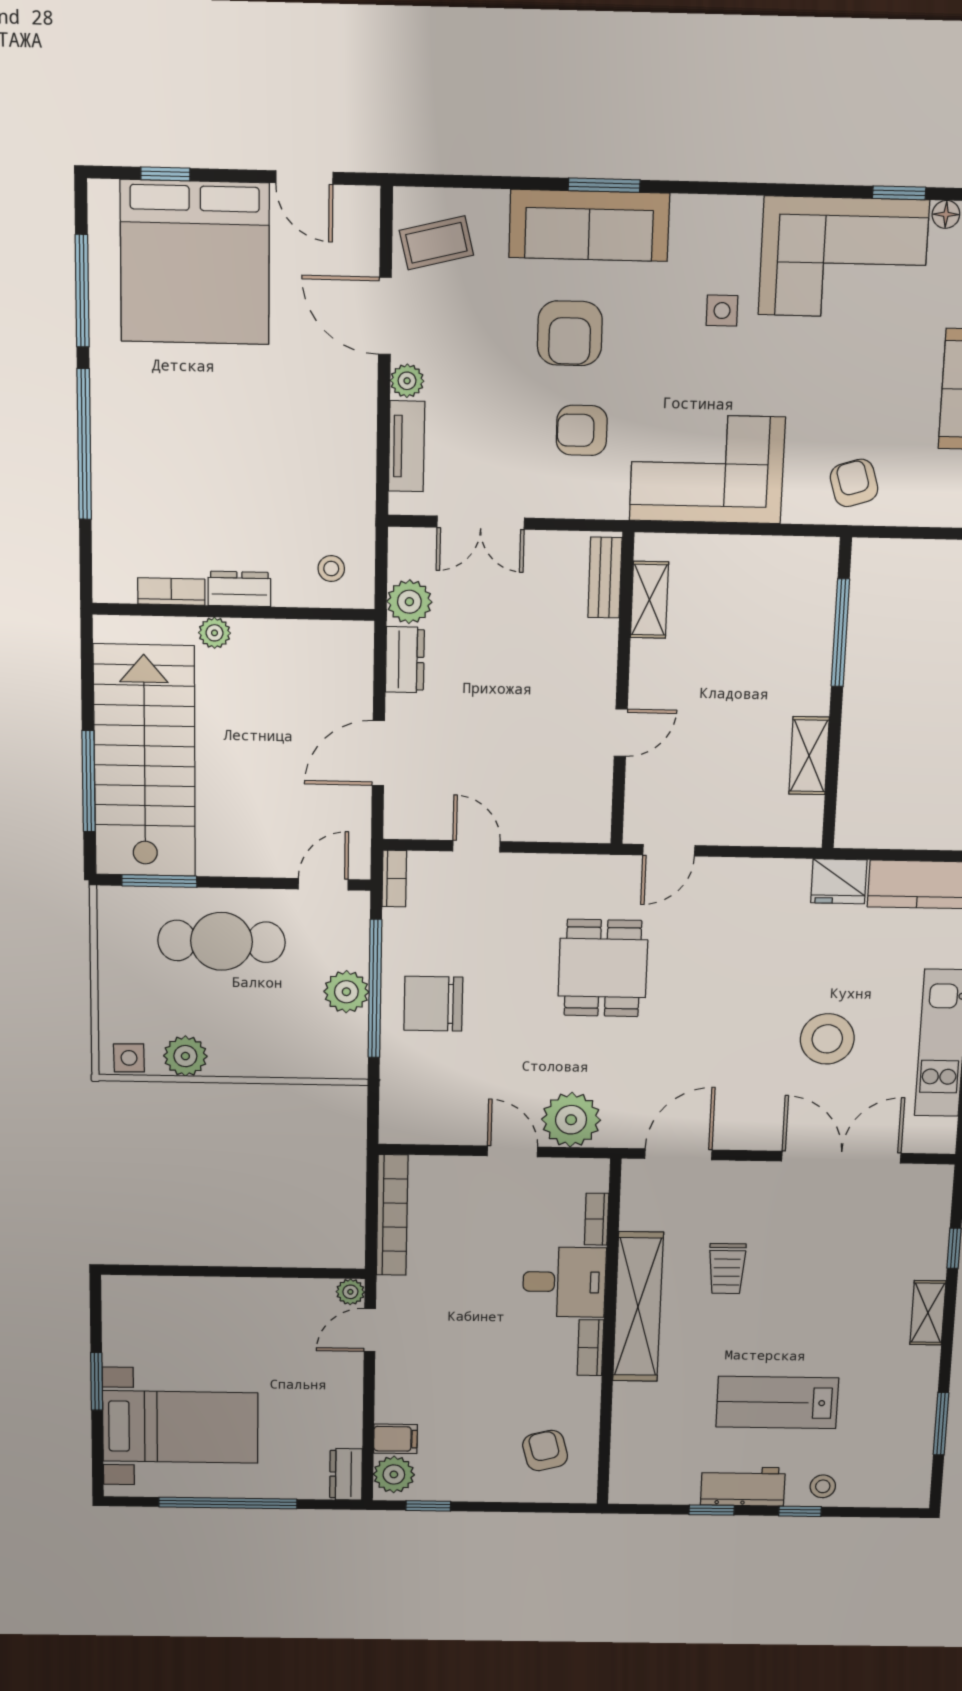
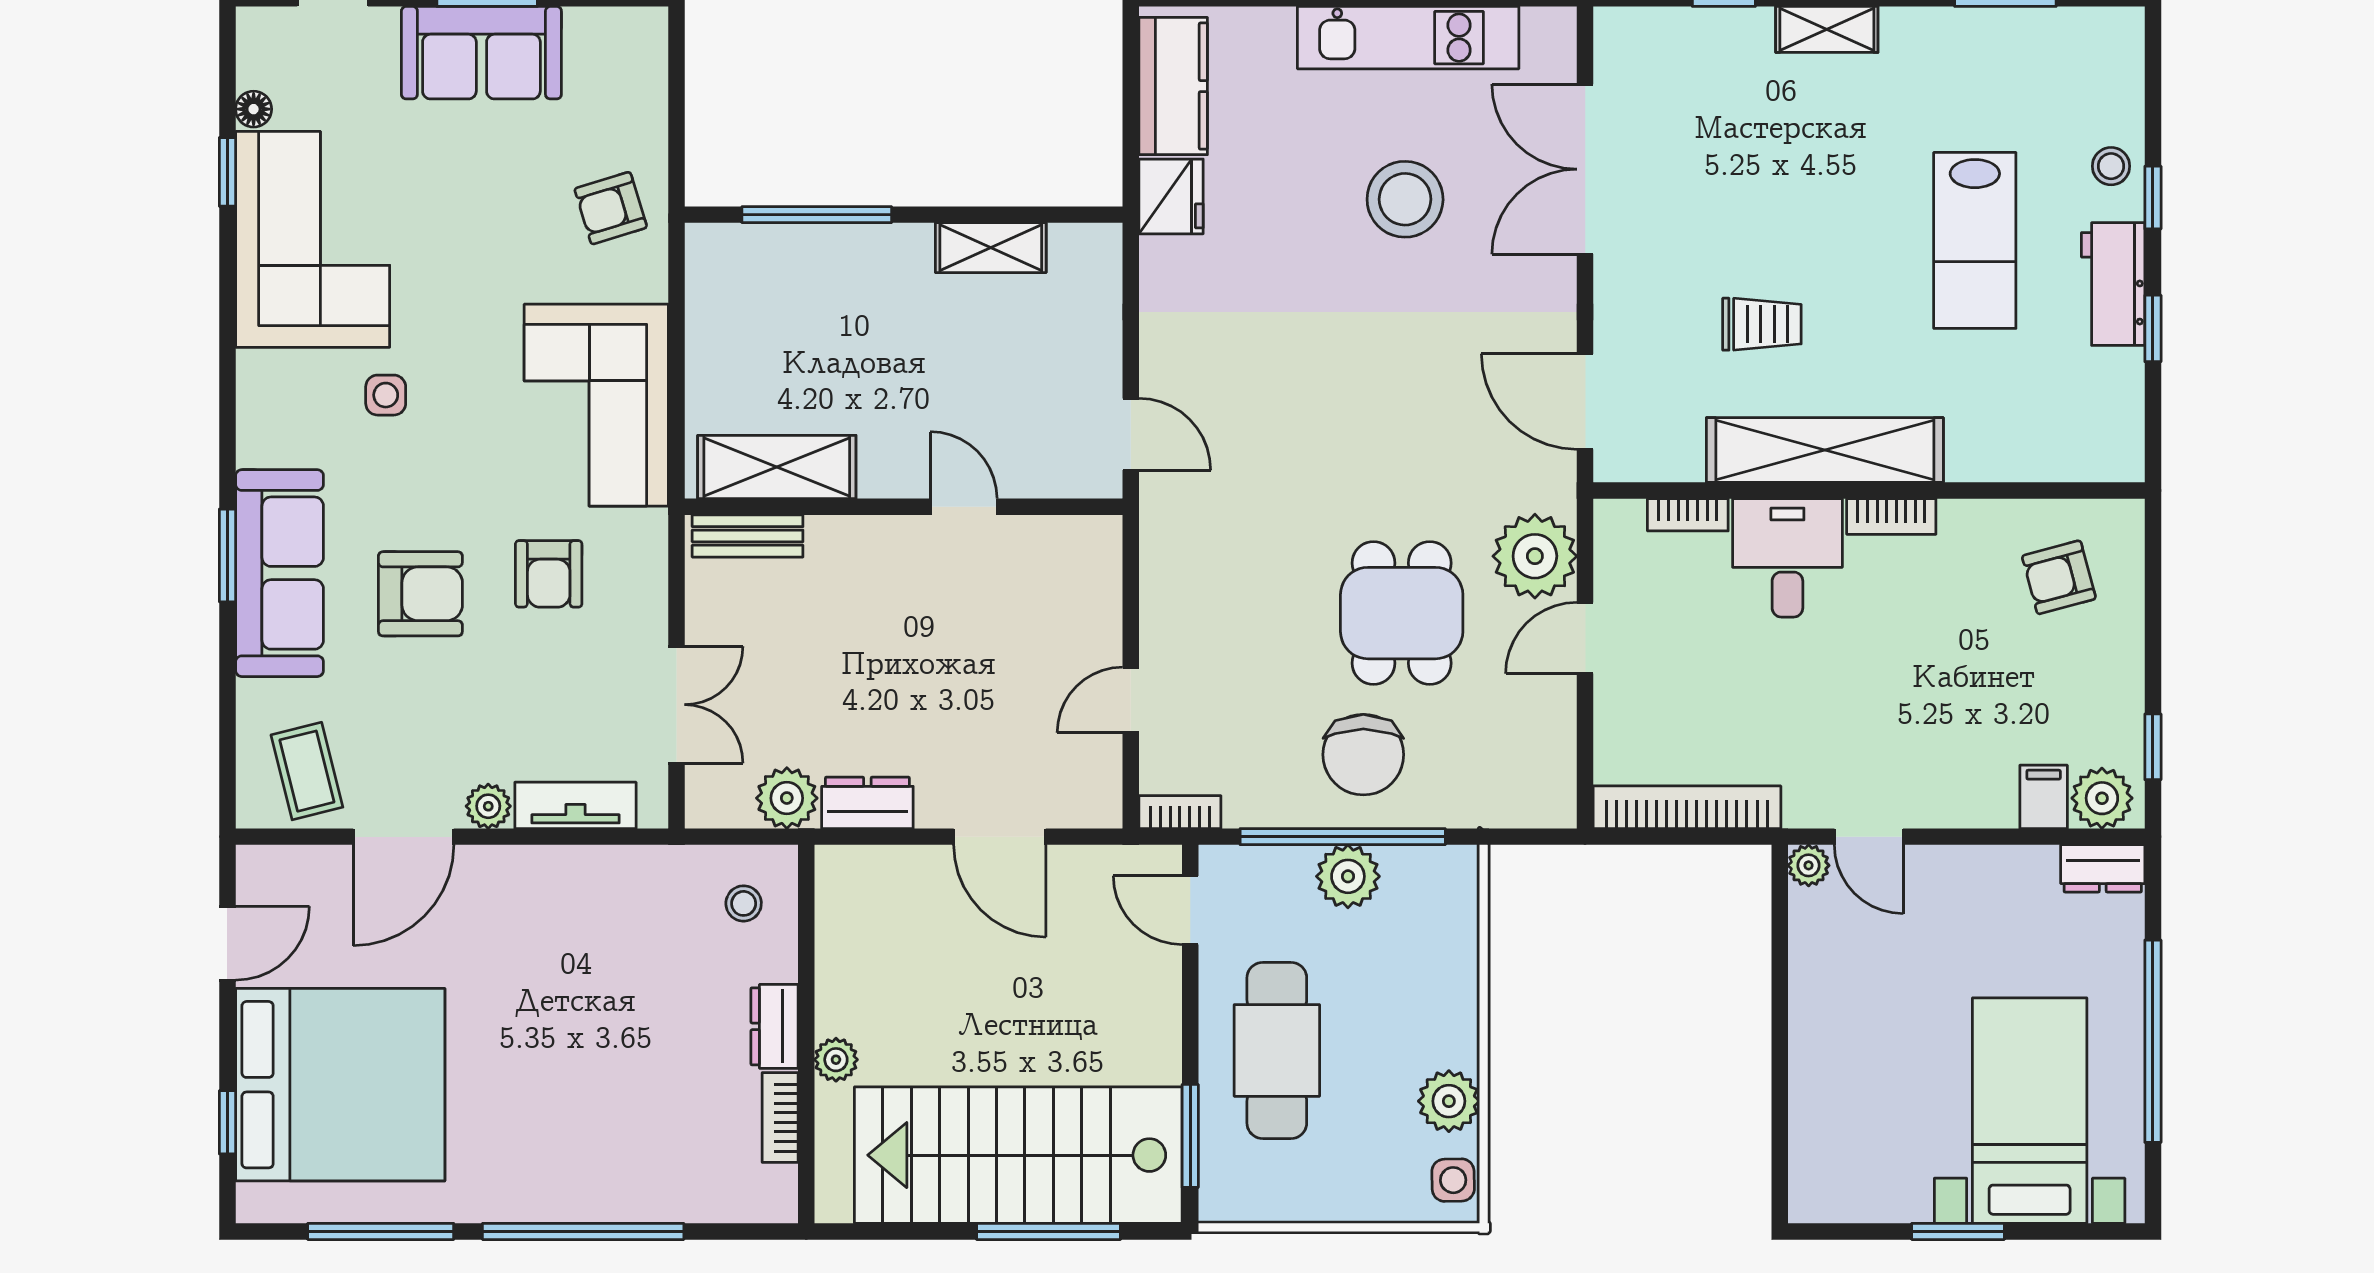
shelving: (650, 600) -> (777, 467), width x1.50, depth x1.33
dining table: (603, 968) -> (1402, 613), moved, turned 90

